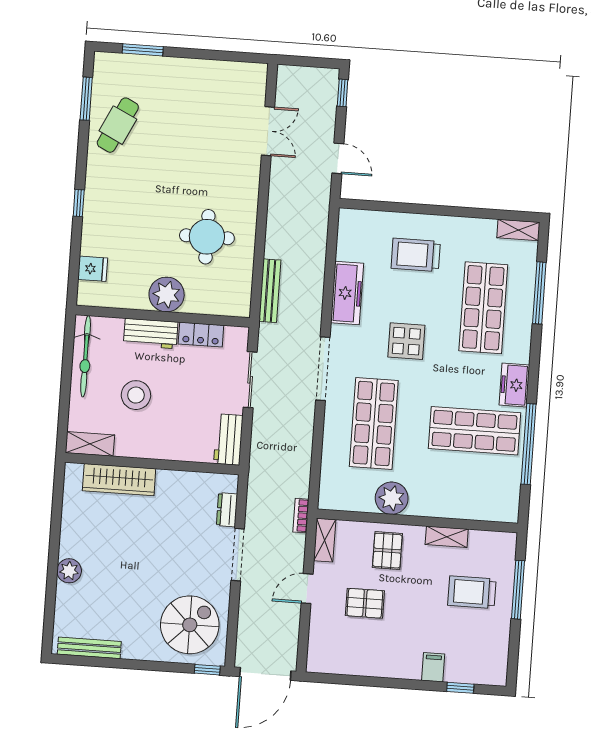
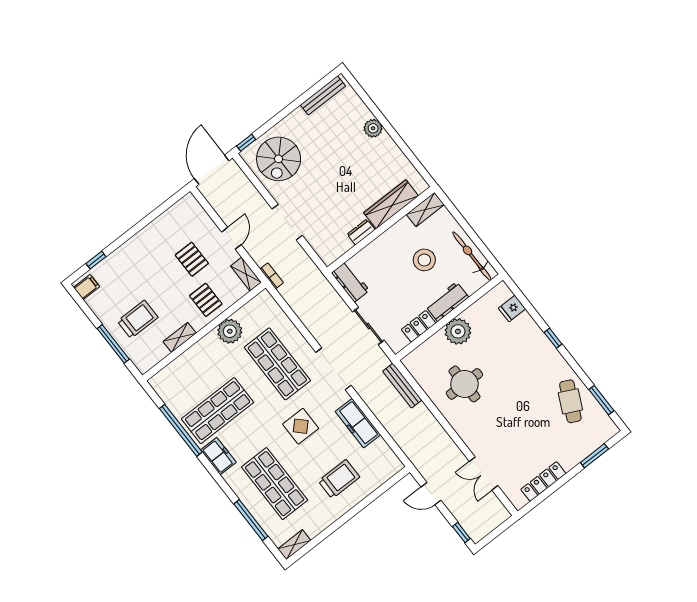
locker: (216, 70) -> (543, 481), added
dresser: (227, 510) -> (361, 232), moved, turned -90
pallet: (365, 603) -> (192, 259), turned 90
filing cabinet: (433, 667) -> (87, 287), moved, turned -90

